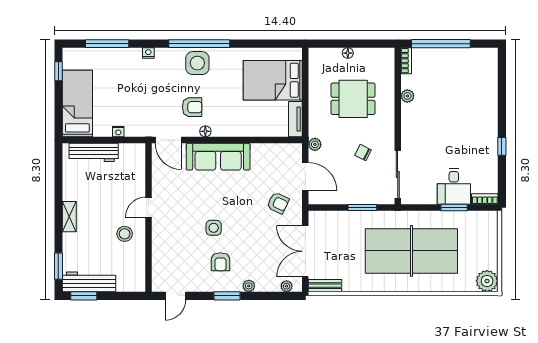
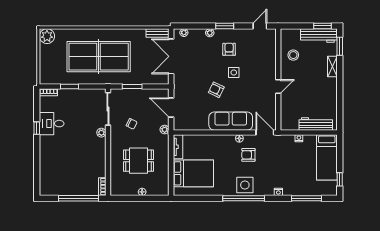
plant: (407, 96) -> (101, 133), moved
desk: (454, 186) -> (52, 124), moved, turned -90
armchair: (278, 203) -> (216, 90), moved
shelving: (69, 217) -> (332, 67), moved
stool: (125, 234) -> (293, 55), moved
double door: (305, 251) -> (171, 56), swing flipped

